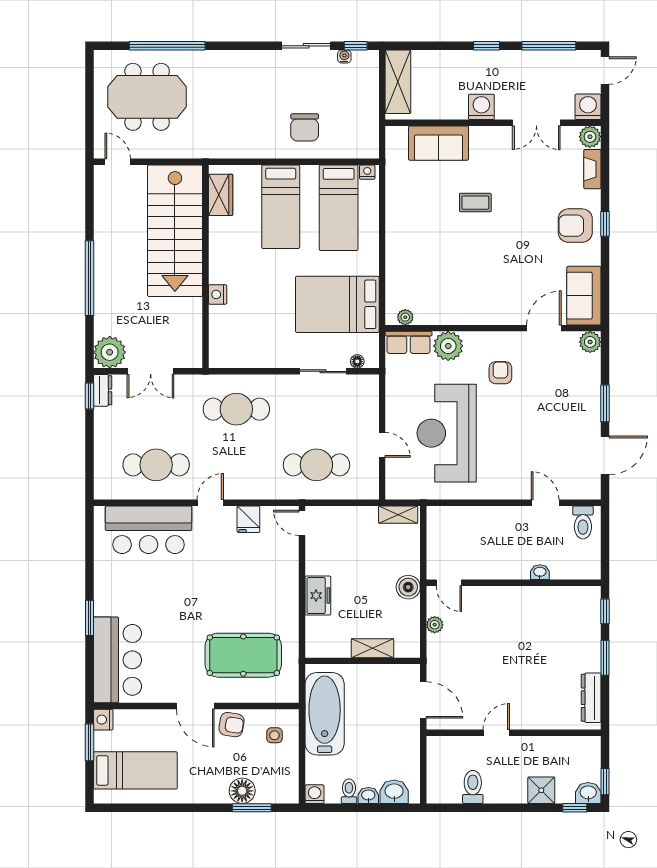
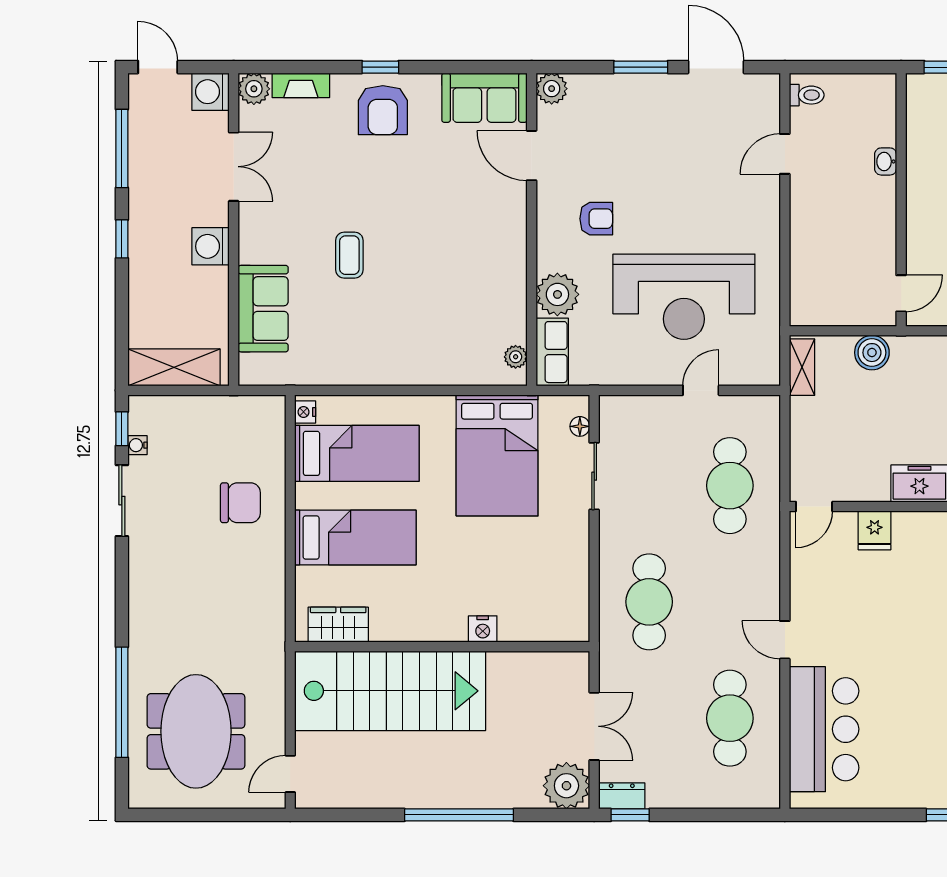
armchair: (500, 373) -> (596, 219), turned 180
fridge: (248, 519) -> (875, 530), moved, turned 90
toilet: (583, 522) -> (807, 95), width x0.73, depth x0.72
boiler: (408, 587) -> (872, 353), moved

